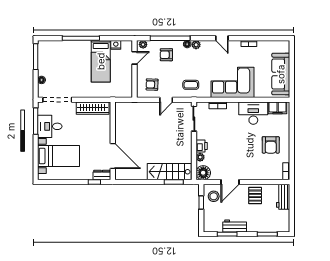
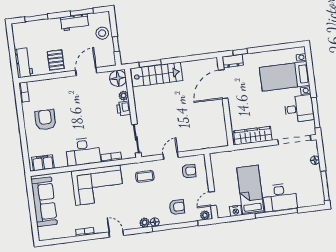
desk: (76, 52) -> (280, 197), added
desk: (253, 113) -> (83, 152), moved
door: (113, 156) -> (223, 84), hinge flipped
stool: (214, 196) -> (102, 33), moved

